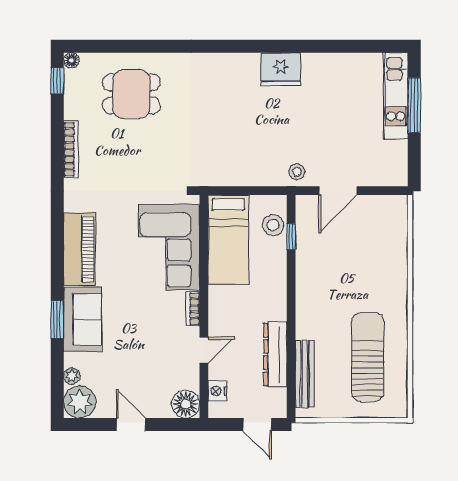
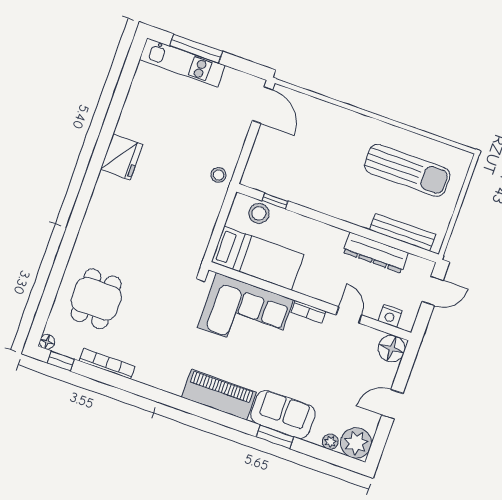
bookcase: (71, 149) -> (107, 364), moved
door: (338, 191) -> (262, 105), moved
sun lounger: (368, 357) -> (407, 170), turned 180

